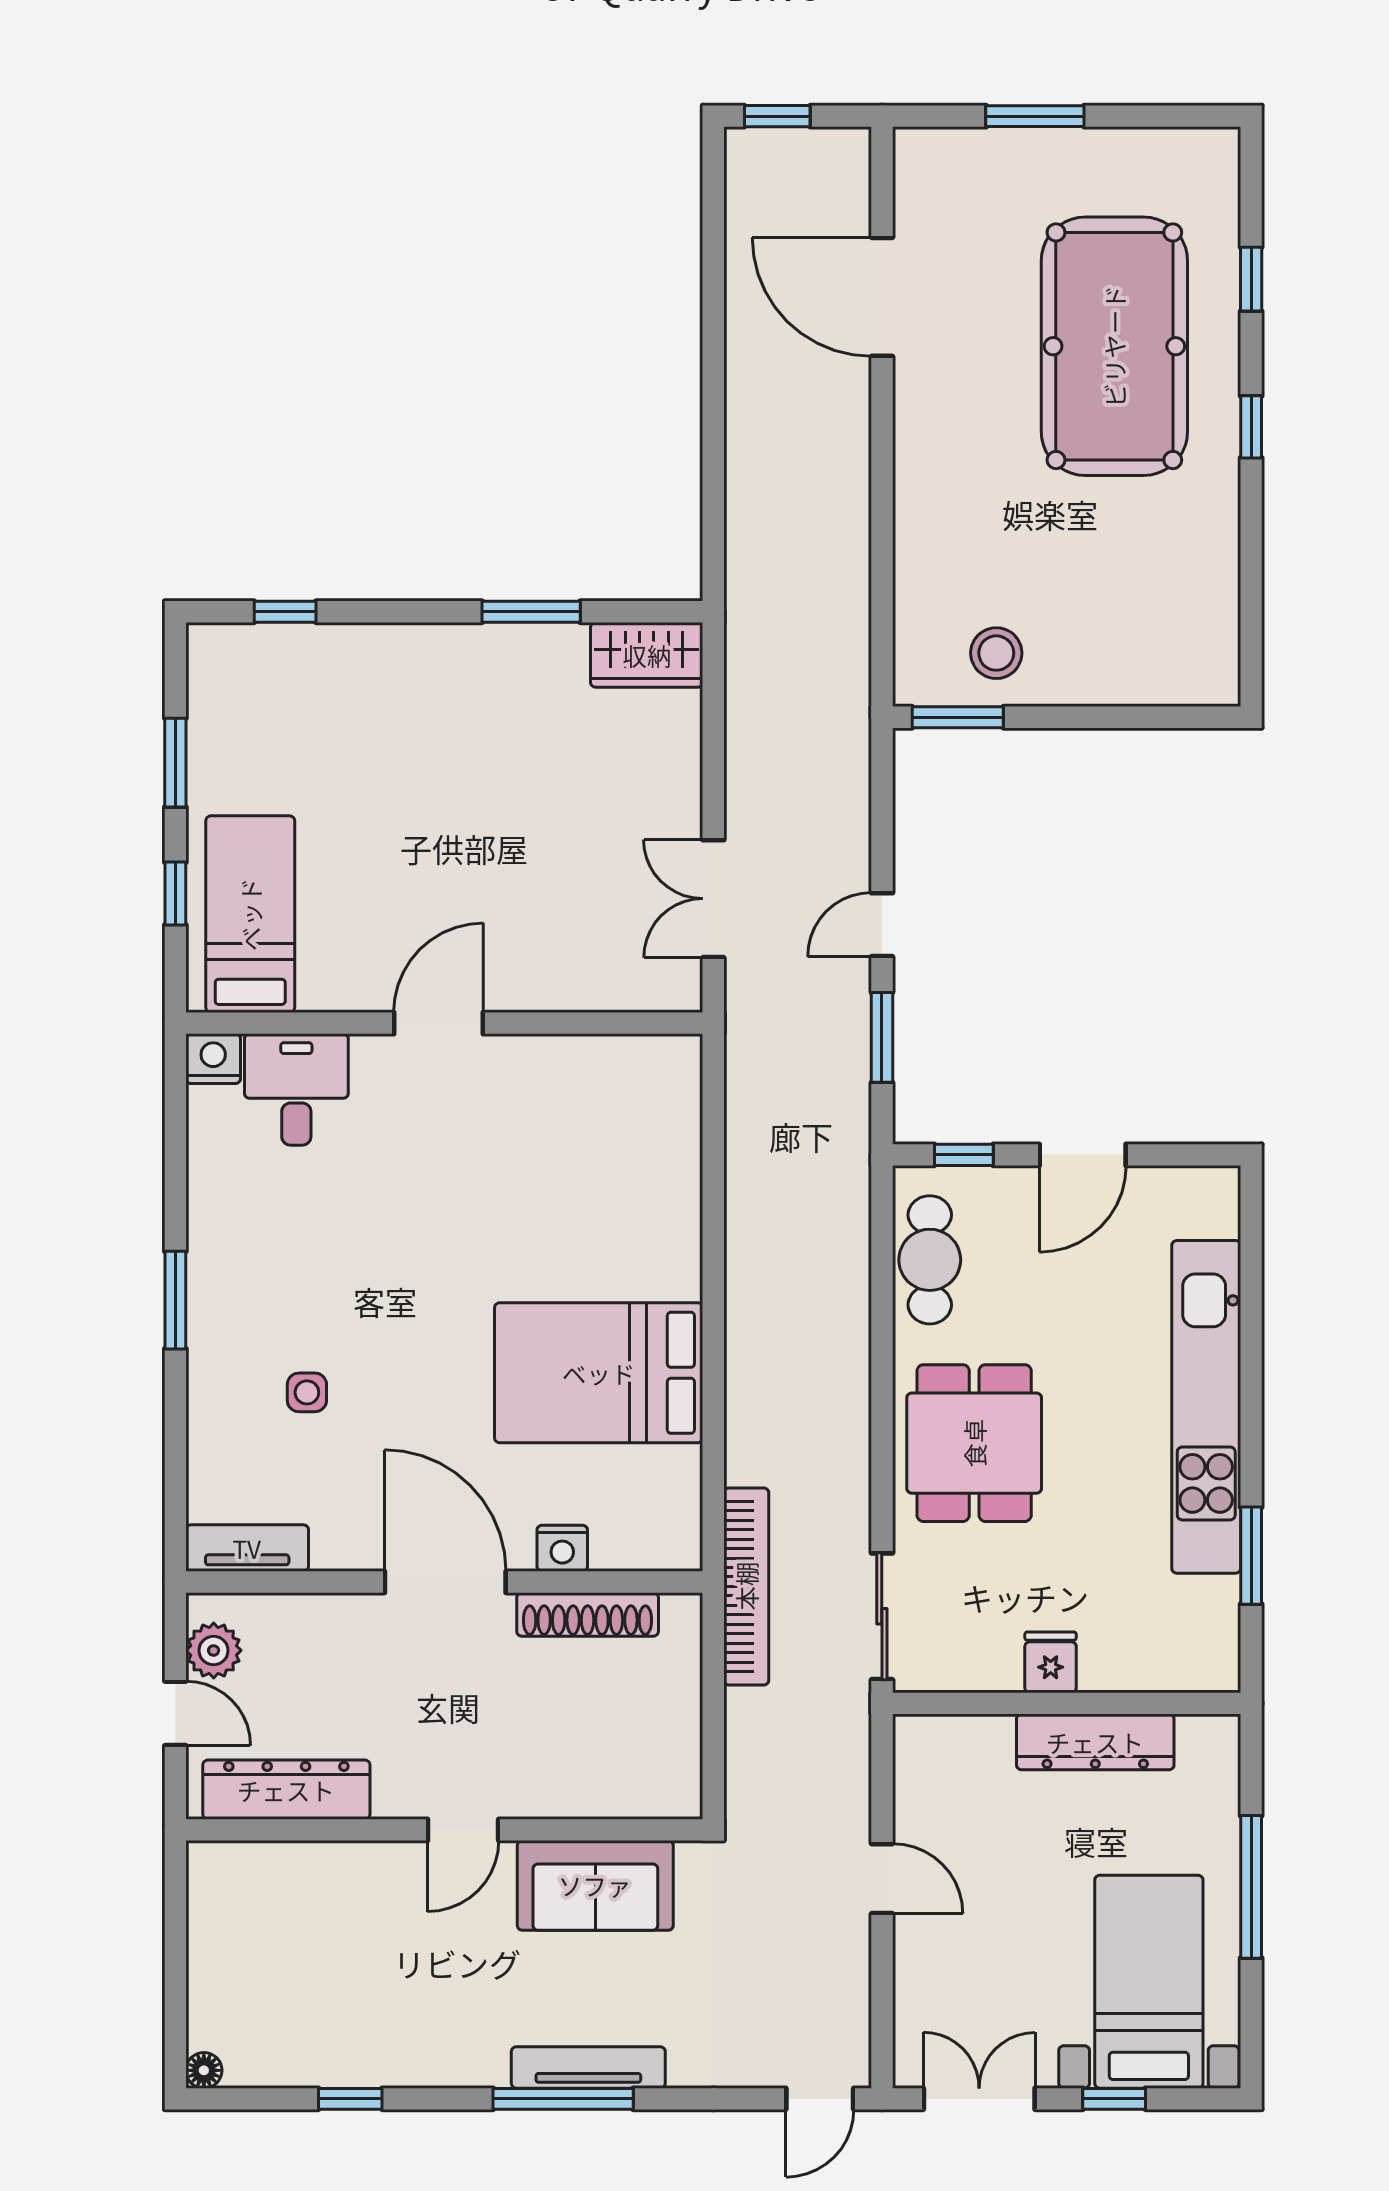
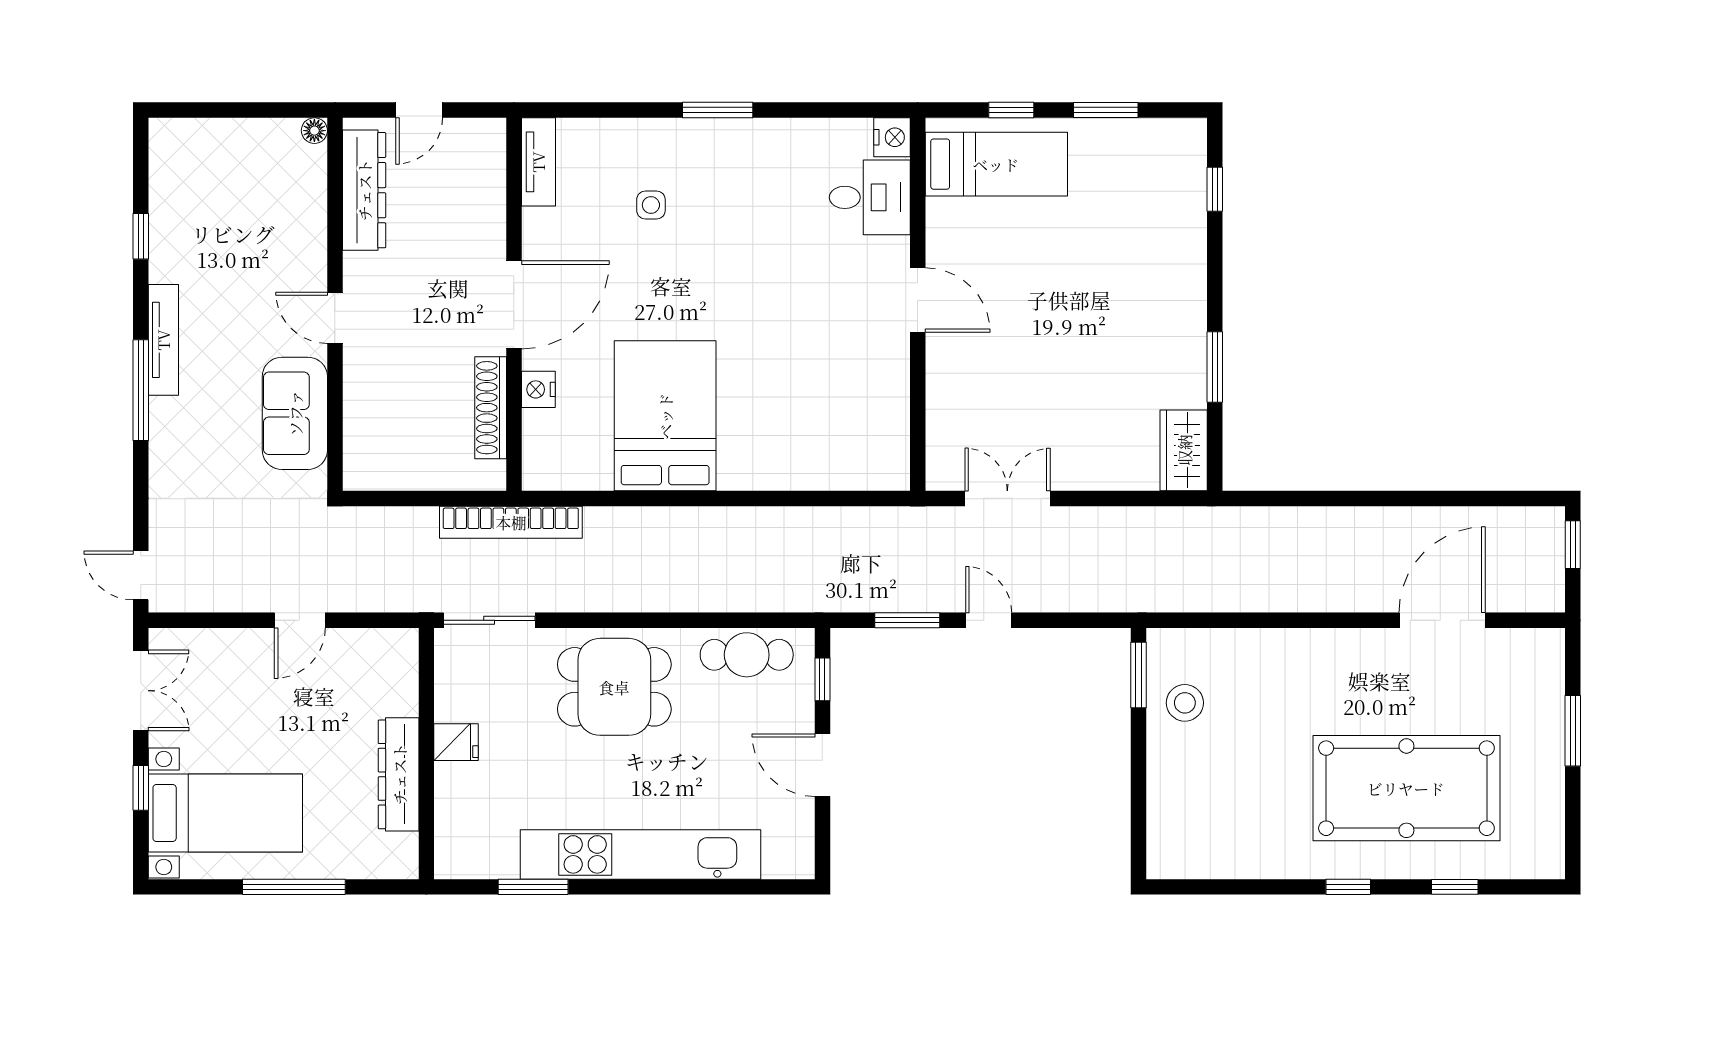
plant: (214, 1650) -> (465, 138), removed
tv unit: (588, 2067) -> (163, 340), moved
floor lamp: (204, 2070) -> (314, 131), moved

